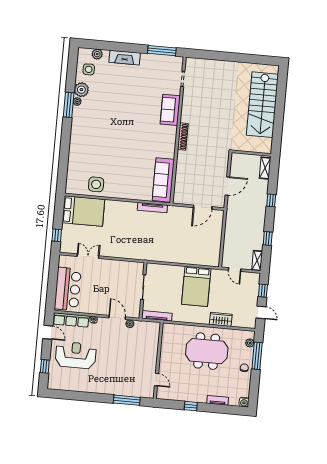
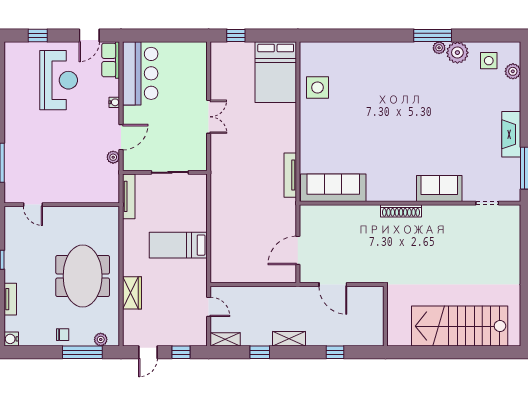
fireplace: (125, 58) -> (511, 134), moved
shelving: (265, 168) -> (289, 339), moved
window: (271, 200) -> (335, 352), moved
door: (203, 207) -> (298, 250), hinge flipped
double door: (88, 256) -> (209, 117), moved
door: (235, 270) -> (209, 307), swing flipped
bed: (196, 286) -> (178, 245), width x0.67
bar counter: (68, 289) -> (140, 73), moved, turned -90
row of seats: (71, 320) -> (111, 60), width x0.68
door: (156, 380) -> (33, 205), hinge flipped

